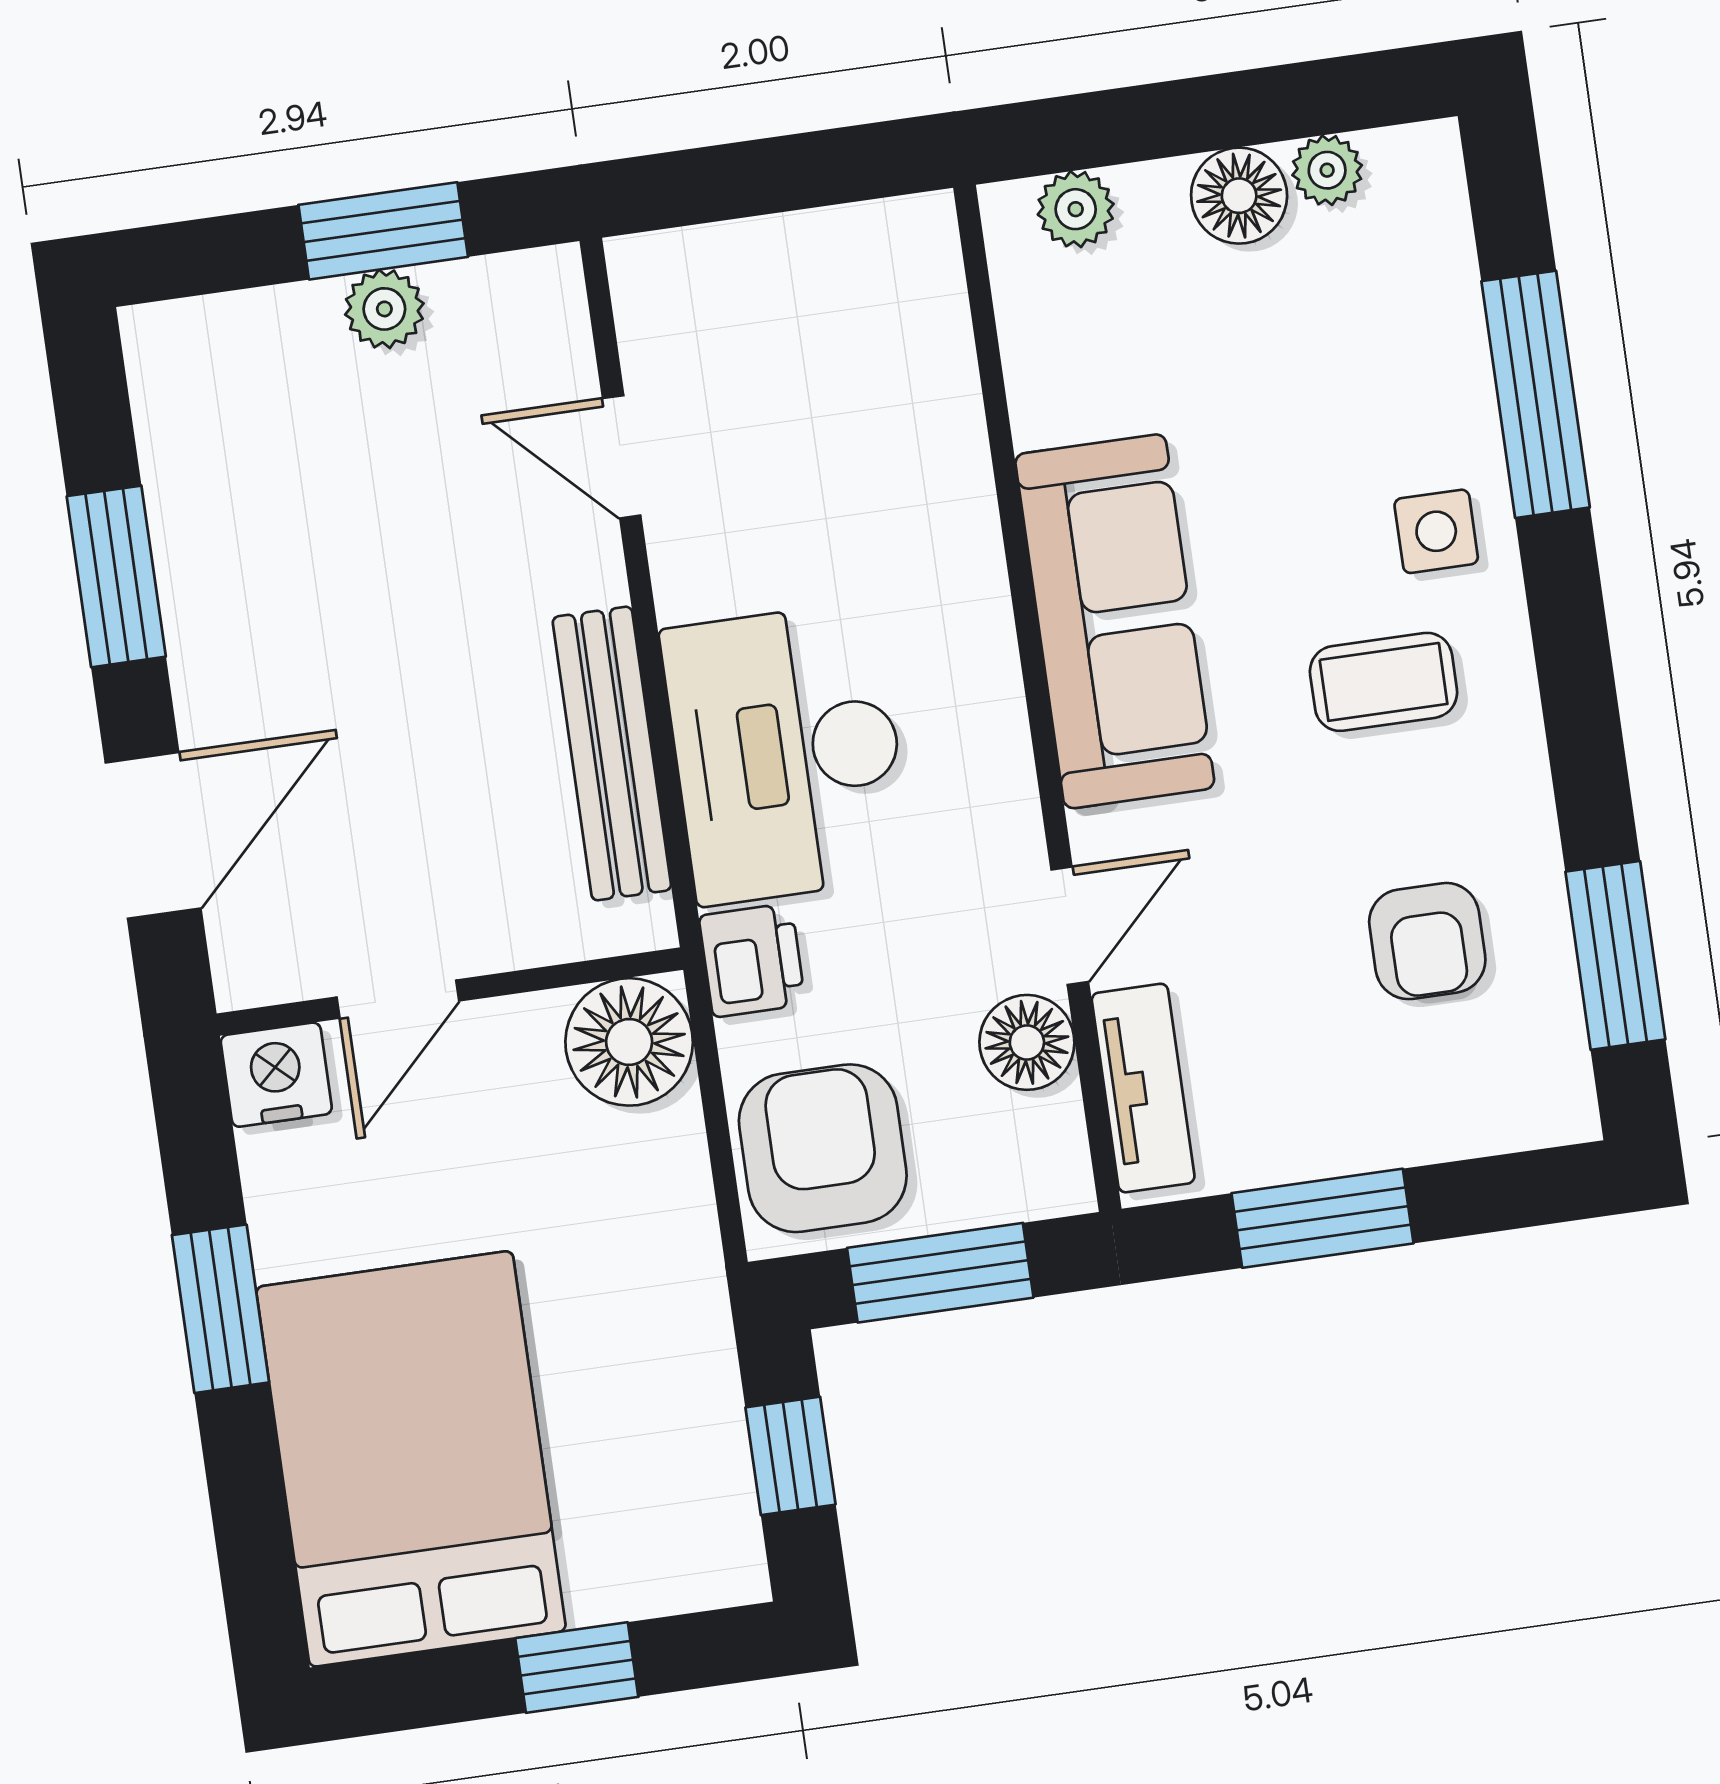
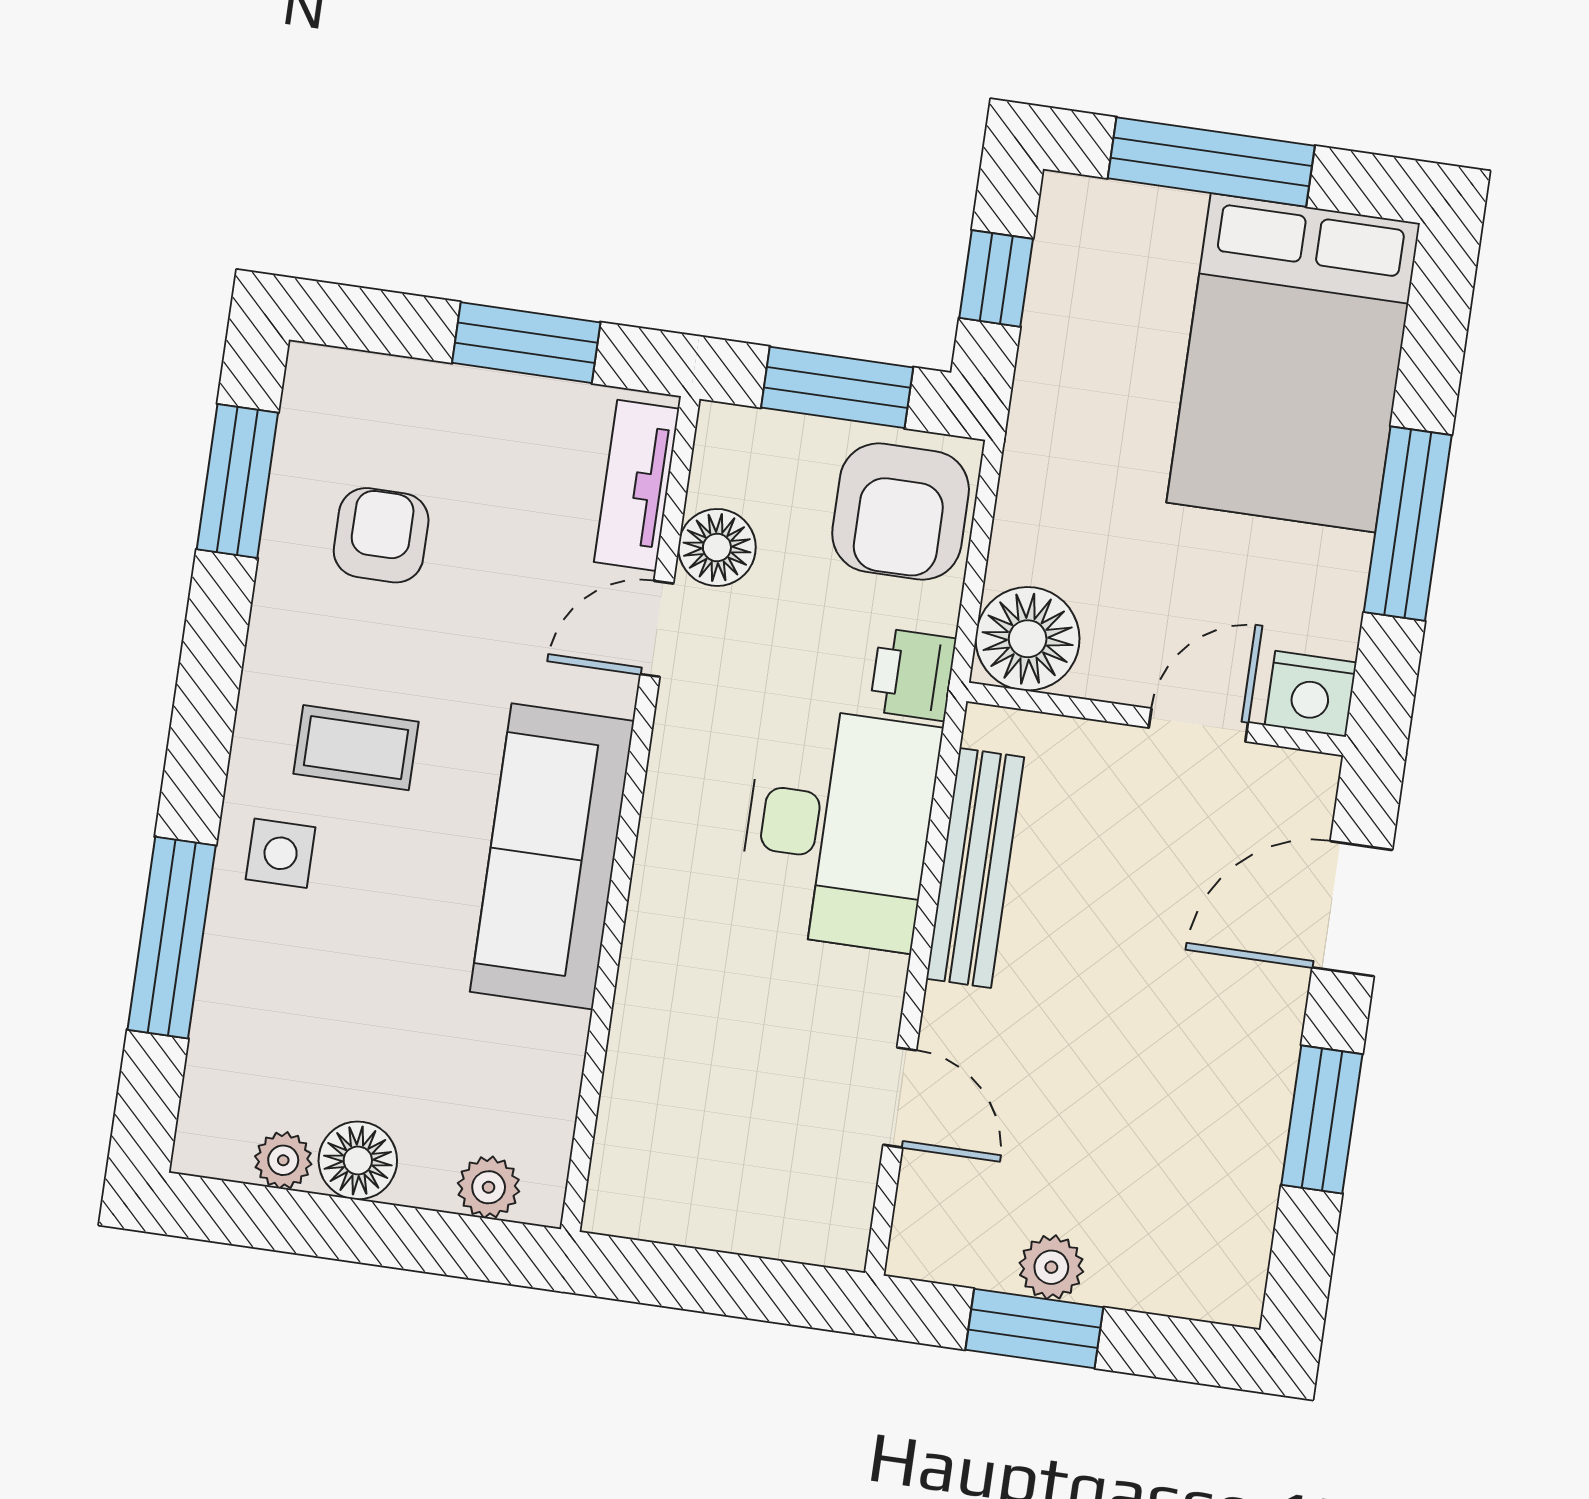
window: (220, 1309) -> (1408, 524), width x1.44
window: (577, 1668) -> (1211, 162), width x2.17

